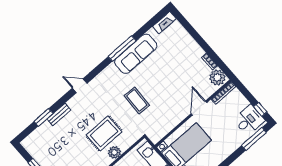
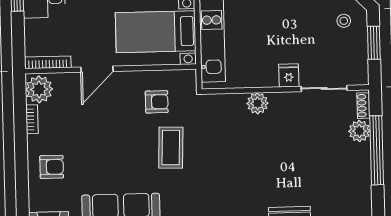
armchair: (183, 48) -> (52, 167), added
armchair: (160, 116) -> (157, 102), added
rug: (104, 133) -> (250, 140), removed

